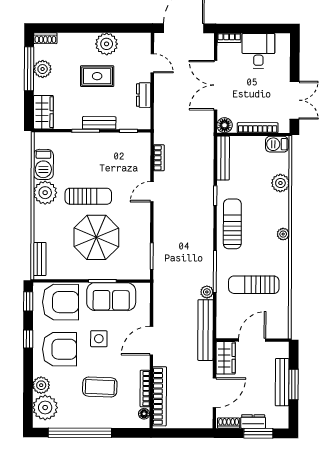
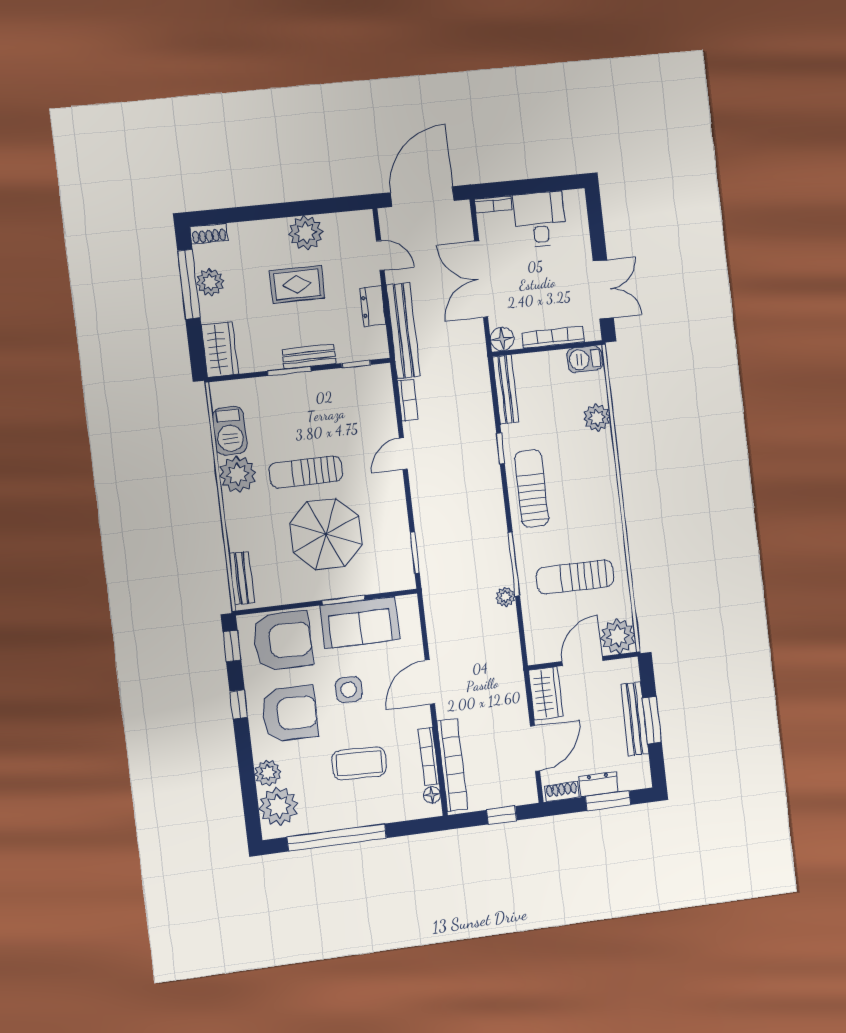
sun lounger: (88, 196) -> (306, 472), turned 180
plant: (283, 234) -> (618, 636), moved, width x1.88, depth x1.88
bench: (206, 330) -> (403, 331), moved
window: (188, 433) -> (502, 815), added

